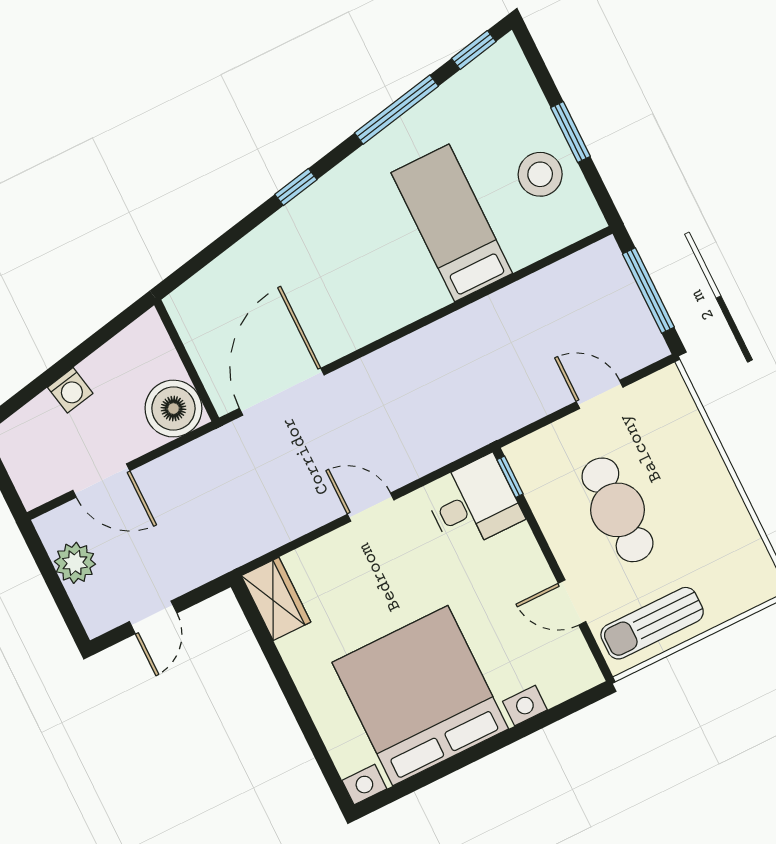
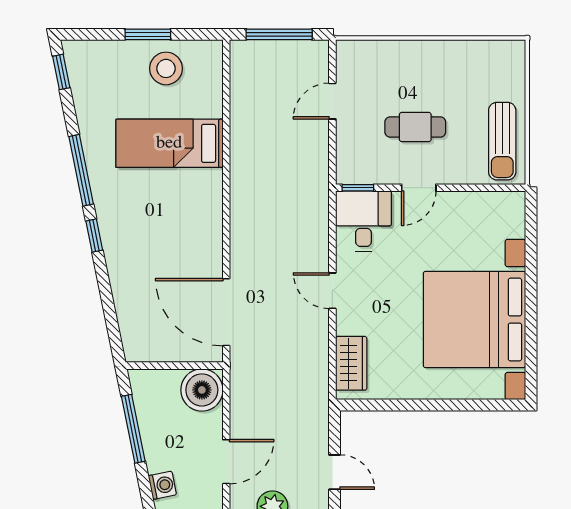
window: (396, 110) -> (81, 170), moved
window: (86, 349) -> (133, 429), added
washing machine: (70, 390) -> (162, 485), moved
door: (371, 507) -> (332, 291), hinge flipped
cafe table: (617, 510) -> (415, 127), width x0.73, depth x0.74
wardrobe: (276, 599) -> (351, 363), moved, turned 90
door: (572, 602) -> (419, 188), moved

